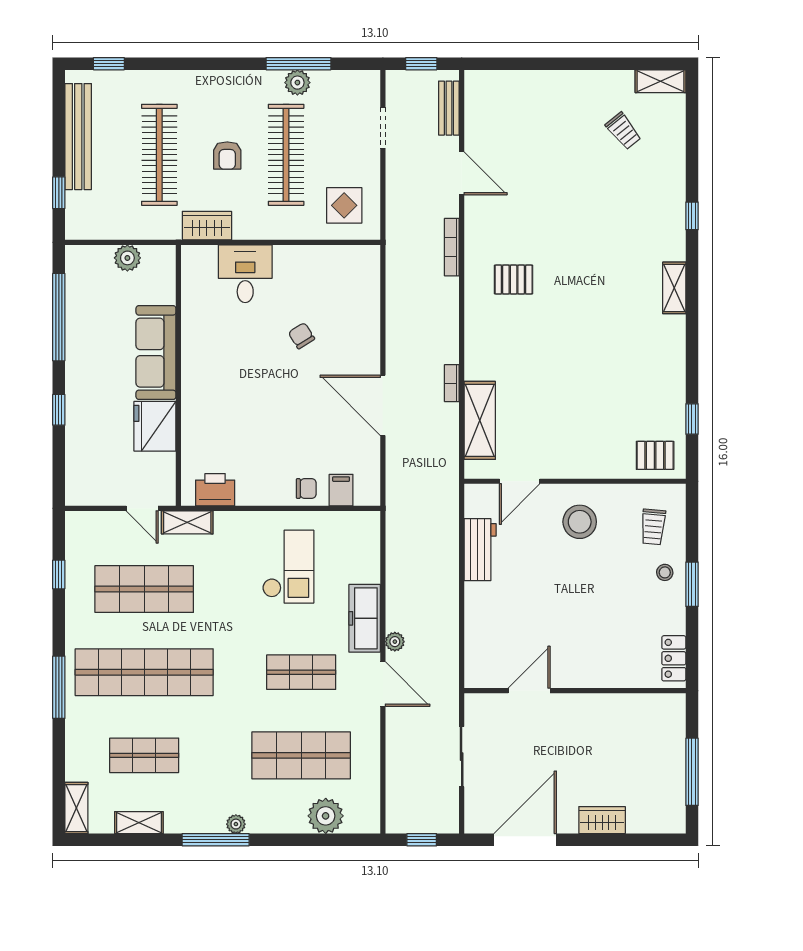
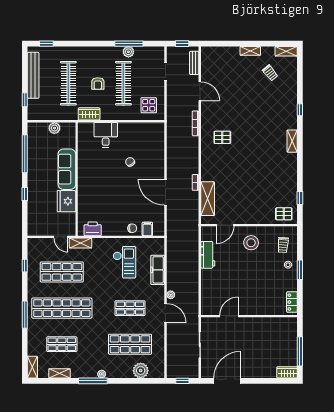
shelving: (578, 80) -> (250, 51), added
freezer: (365, 618) -> (158, 270), moved
wardrobe: (602, 820) -> (287, 372), moved

